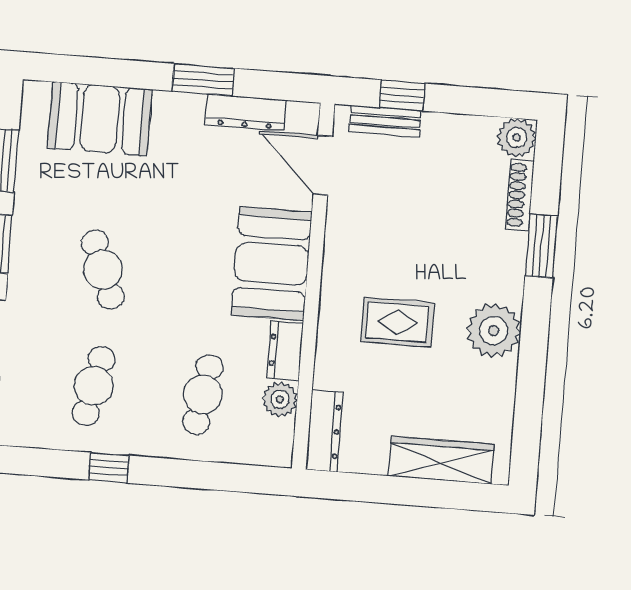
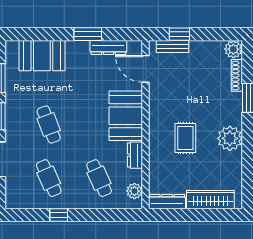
rug: (397, 322) -> (185, 138), turned 90
cafe table: (94, 386) -> (49, 178), turned -36
cafe table: (203, 394) -> (99, 178), turned -33
plant: (280, 399) -> (134, 191), moved
dresser: (324, 431) -> (167, 202), moved, turned -90

